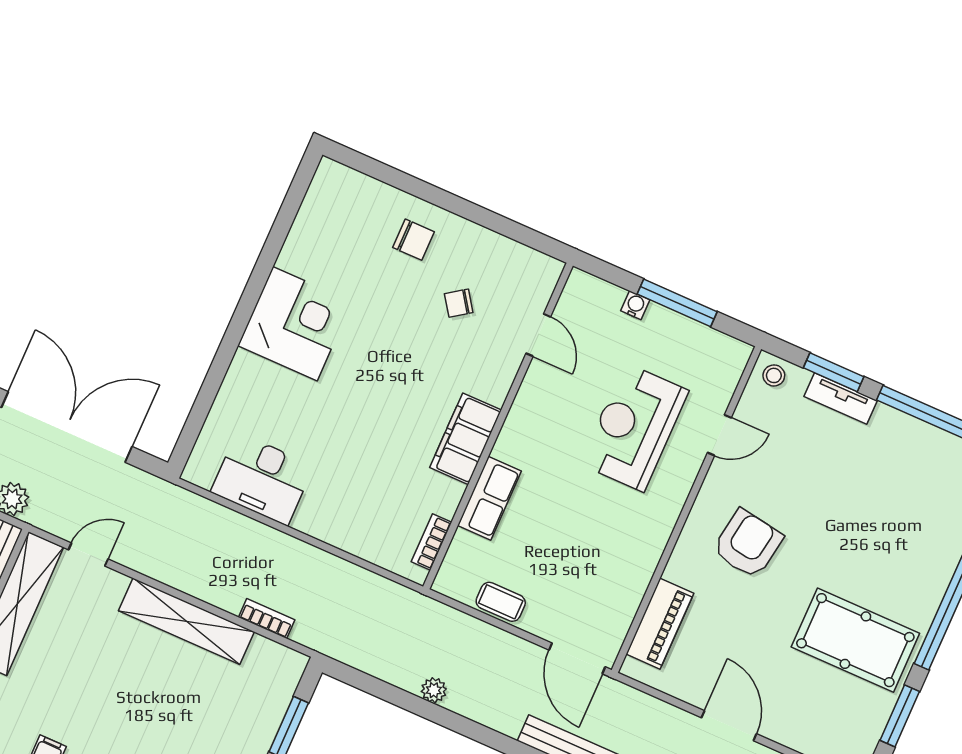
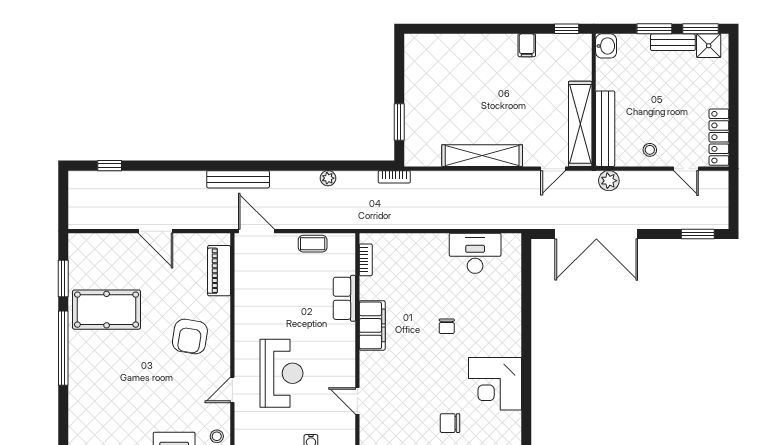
chair: (459, 303) -> (447, 326), moved, turned 125
corner desk: (295, 324) -> (495, 384), moved
bookcase: (267, 619) -> (394, 177), moved

